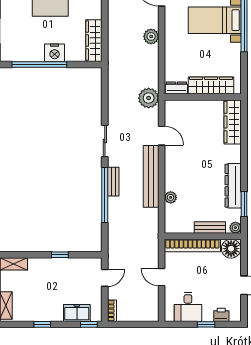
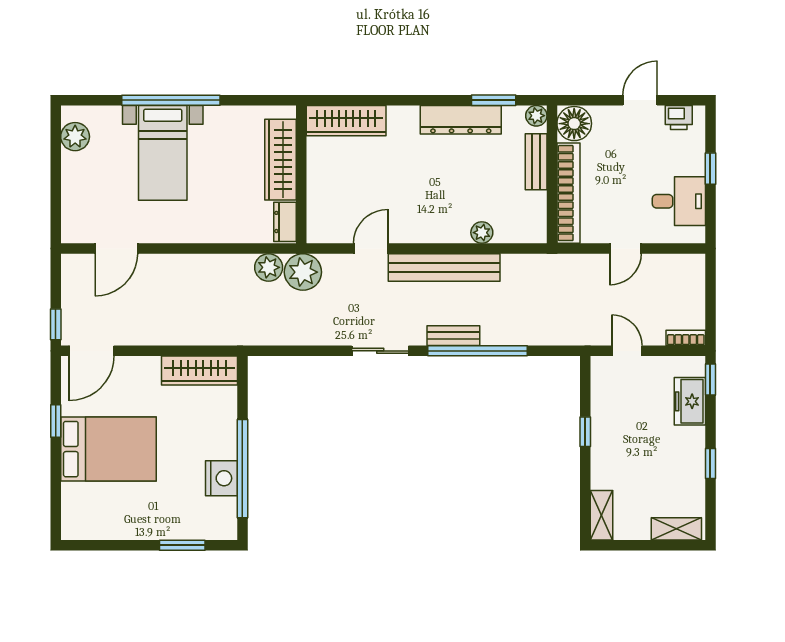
plant: (151, 36) -> (269, 267), moved
nightstand: (55, 53) -> (221, 478), moved
printer: (221, 315) -> (679, 117), moved, turned -90

